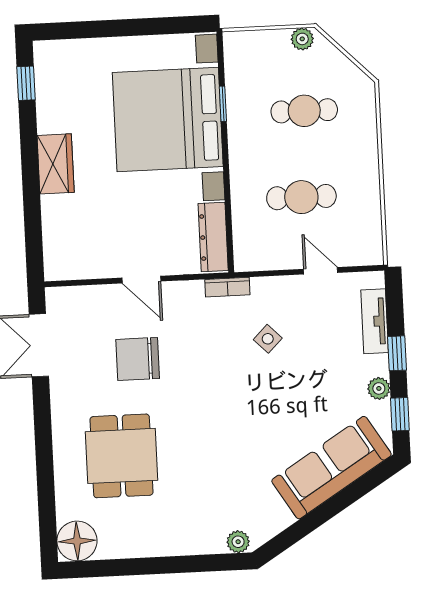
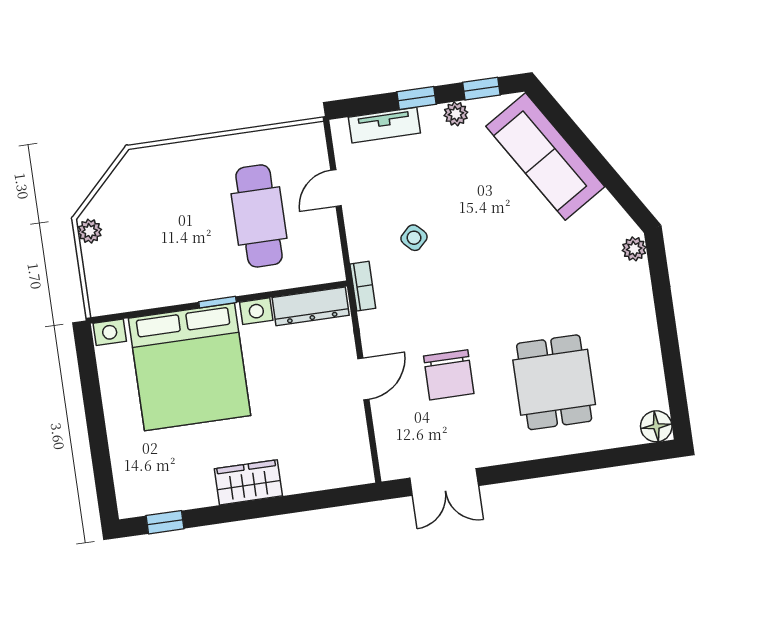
window: (223, 104) -> (218, 302), moved
cafe table: (304, 111) -> (166, 222), removed
cafe table: (301, 197) -> (259, 216), width x1.37, depth x1.35
dining table: (122, 456) -> (554, 382), turned 90
floor lamp: (77, 541) -> (656, 426), width x0.73, depth x0.73

